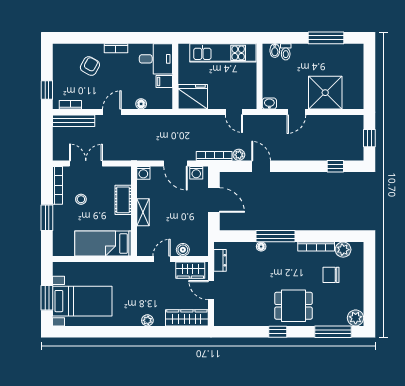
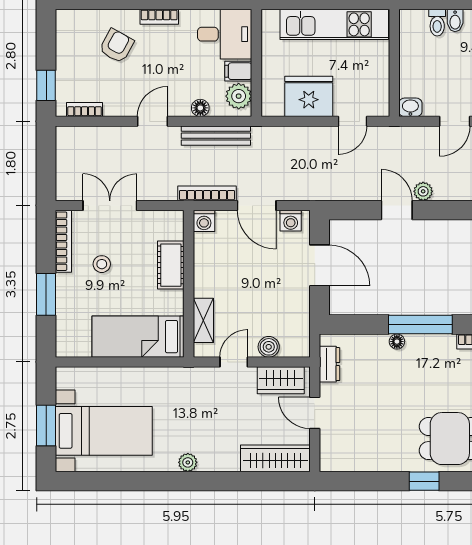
bidet: (275, 51) -> (455, 21), moved
plant: (165, 97) -> (239, 96), added
fridge: (193, 97) -> (309, 96), moved
door: (234, 112) -> (352, 121), hinge flipped
bench: (74, 121) -> (216, 136), moved
plant: (239, 155) -> (423, 191), moved
bookcase: (214, 156) -> (207, 193), moved
shelving: (143, 212) -> (203, 320), moved
plant: (147, 320) -> (188, 462), moved

